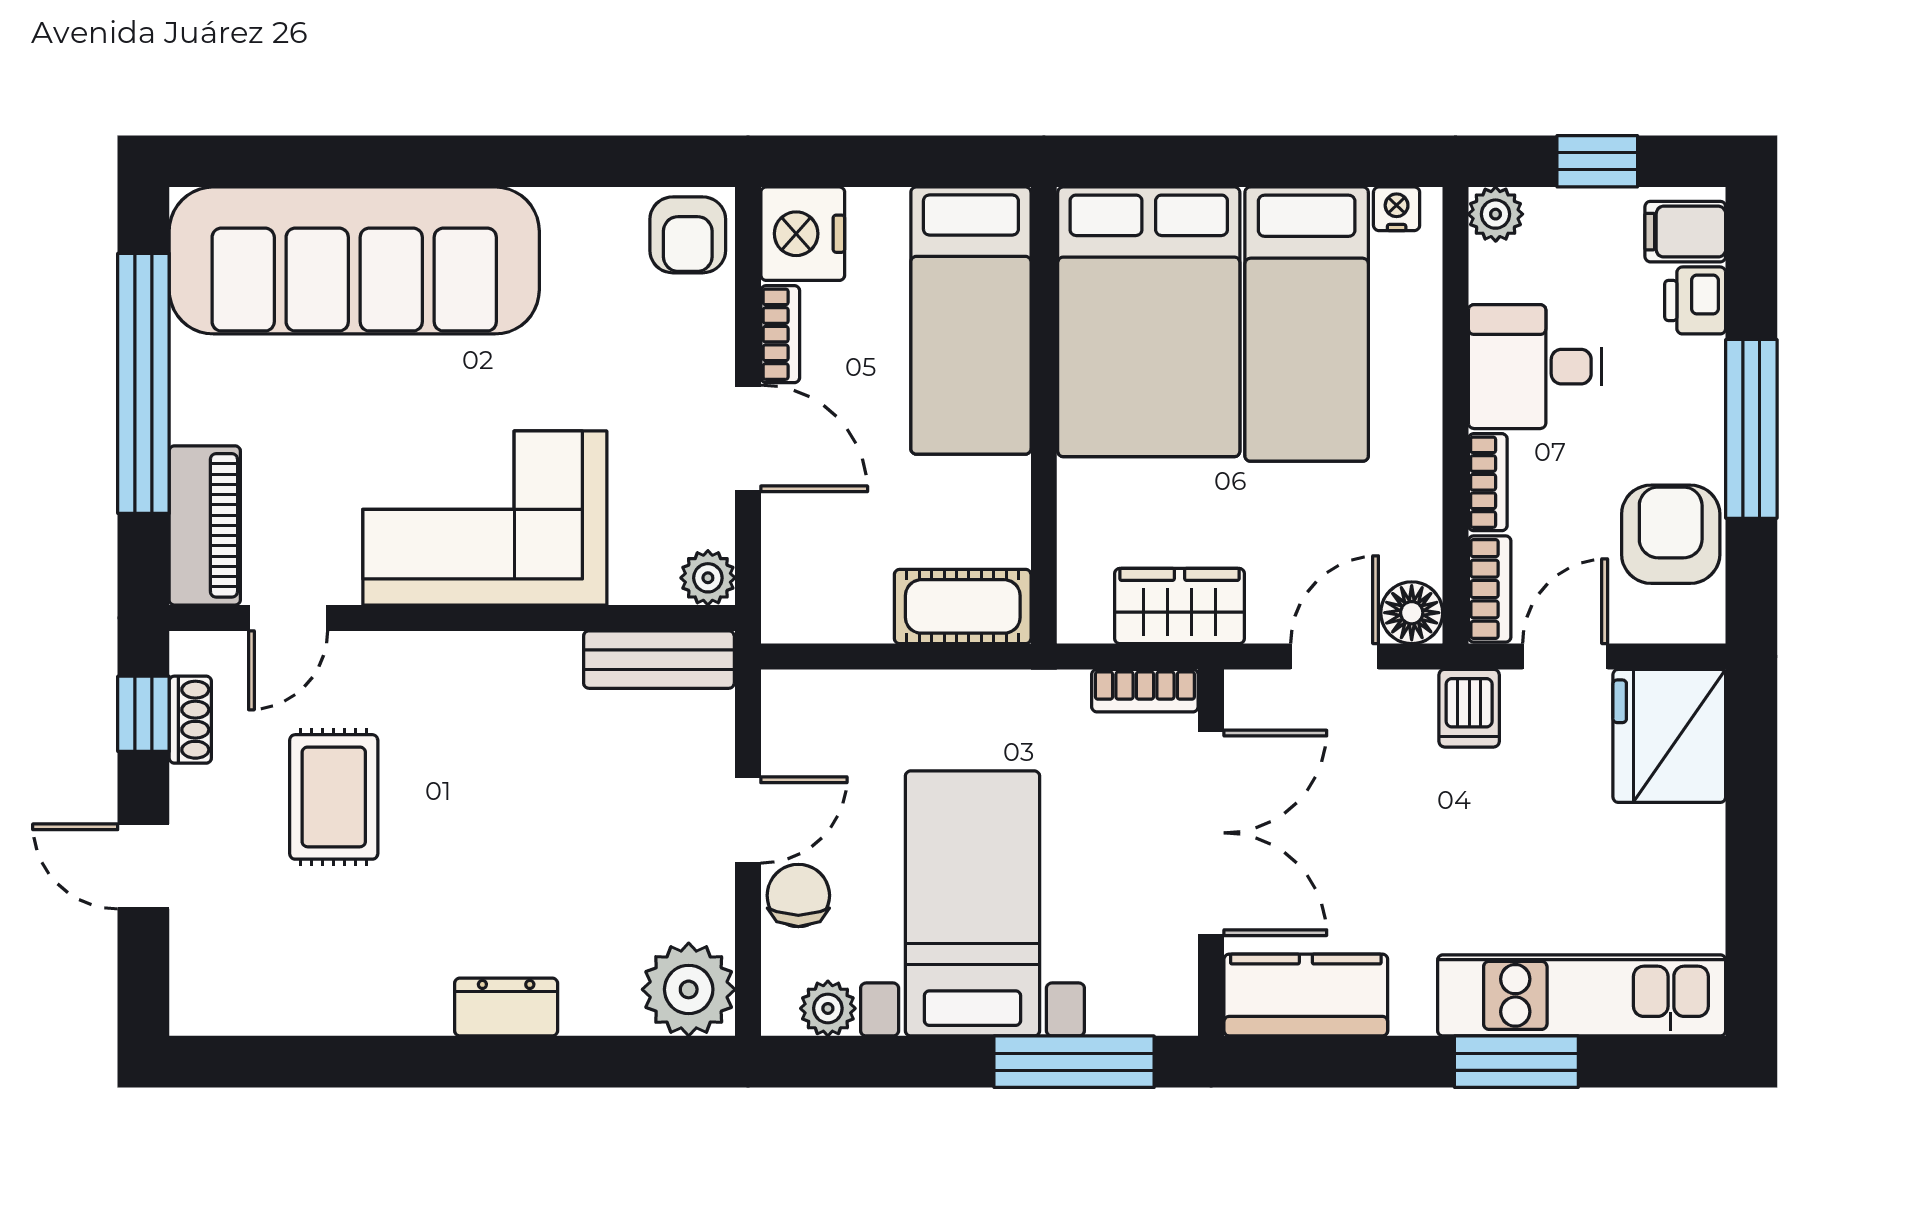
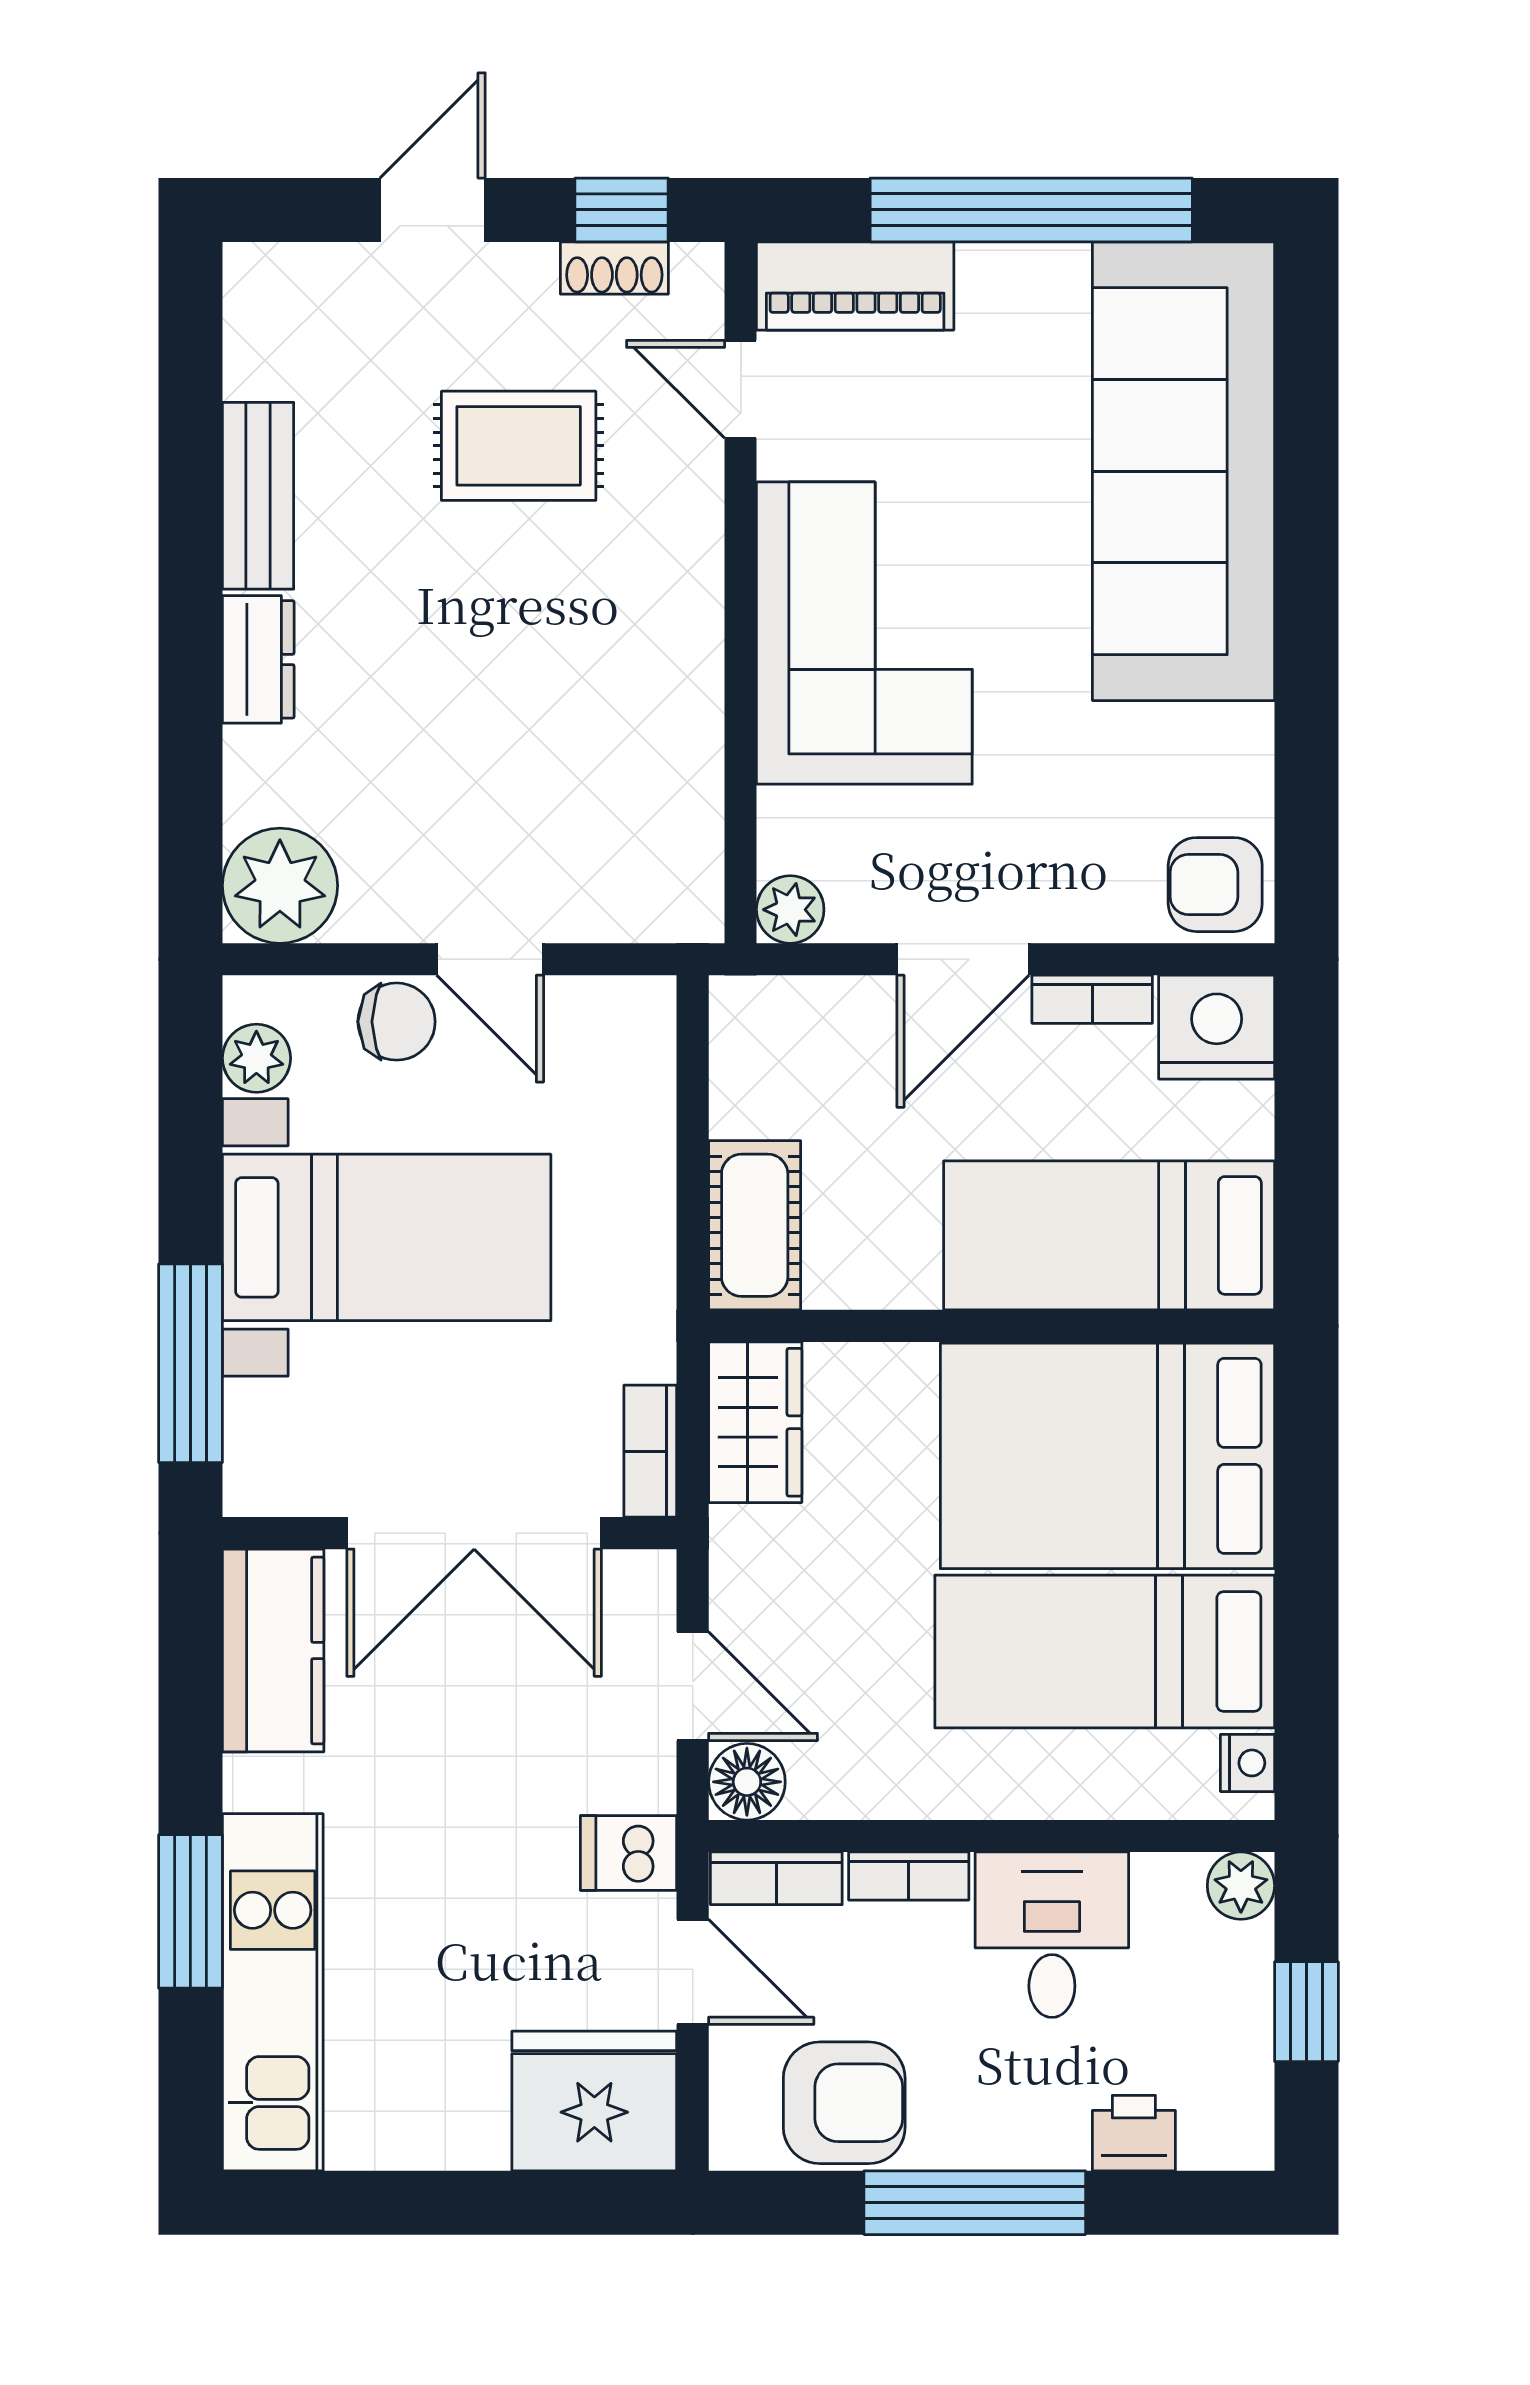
filing cabinet: (1685, 232) -> (1219, 2121), removed
wardrobe: (1179, 606) -> (755, 1422), moved
bench: (659, 660) -> (258, 496), moved

